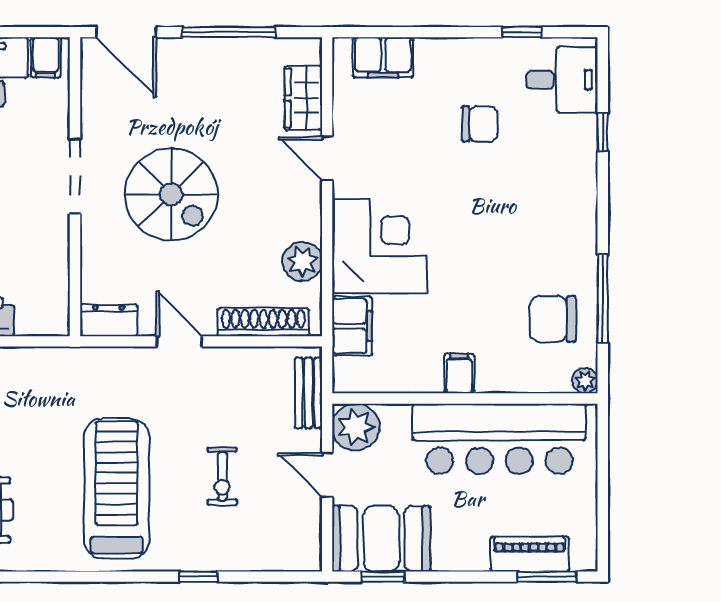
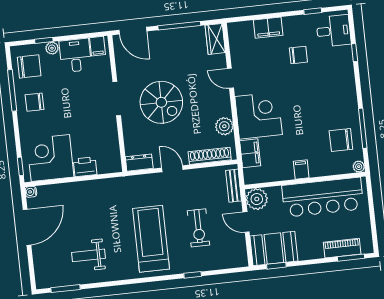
filing cabinet: (383, 57) -> (268, 28), moved
wardrobe: (303, 98) -> (215, 39), moved
exercise bike: (222, 476) -> (198, 228), width x1.38, depth x1.39

